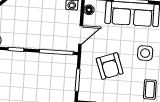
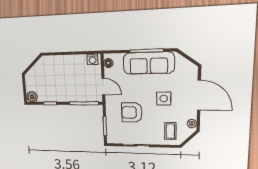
door: (81, 35) -> (103, 86), hinge flipped
armchair: (110, 66) -> (132, 112), turned 110

